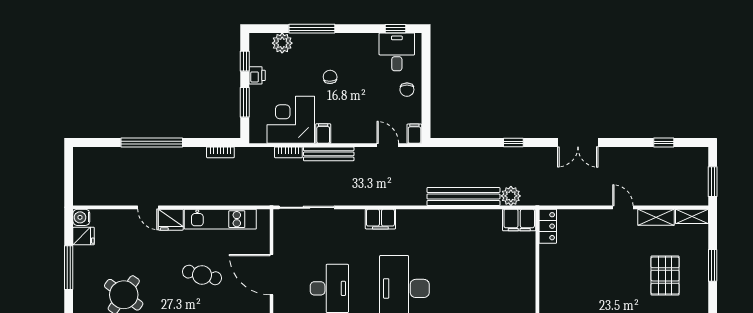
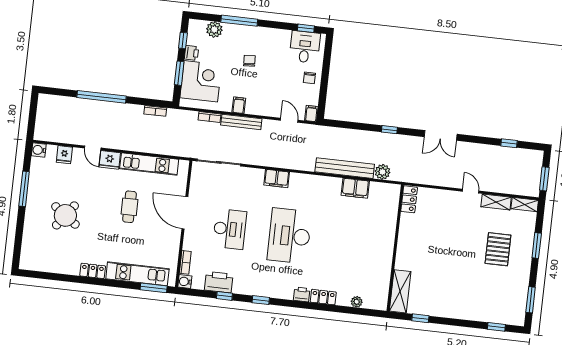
corner desk: (291, 120) -> (201, 81), moved, turned 90
filing cabinet: (519, 220) -> (355, 188), moved
fridge: (84, 236) -> (64, 155), moved, turned 90
cafe table: (202, 275) -> (130, 207), turned 76

